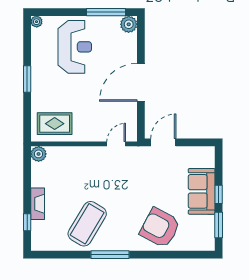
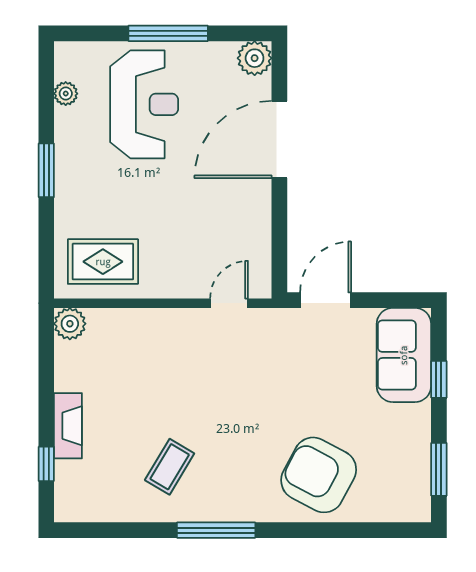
window: (106, 12) -> (168, 33), moved
plant: (37, 22) -> (66, 94), moved
door: (141, 82) -> (279, 140), moved
sofa: (202, 191) -> (404, 355), moved
window: (219, 194) -> (439, 379), moved
coffee table: (87, 224) -> (170, 467), width x0.54, depth x0.58

